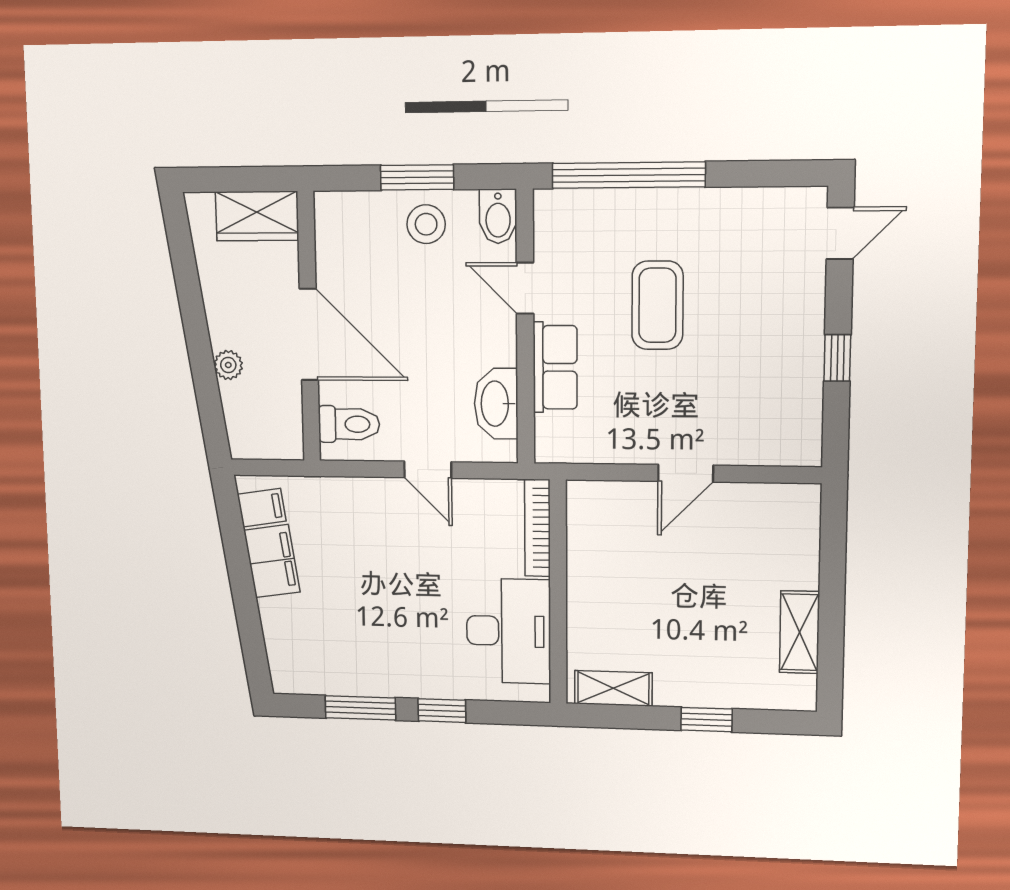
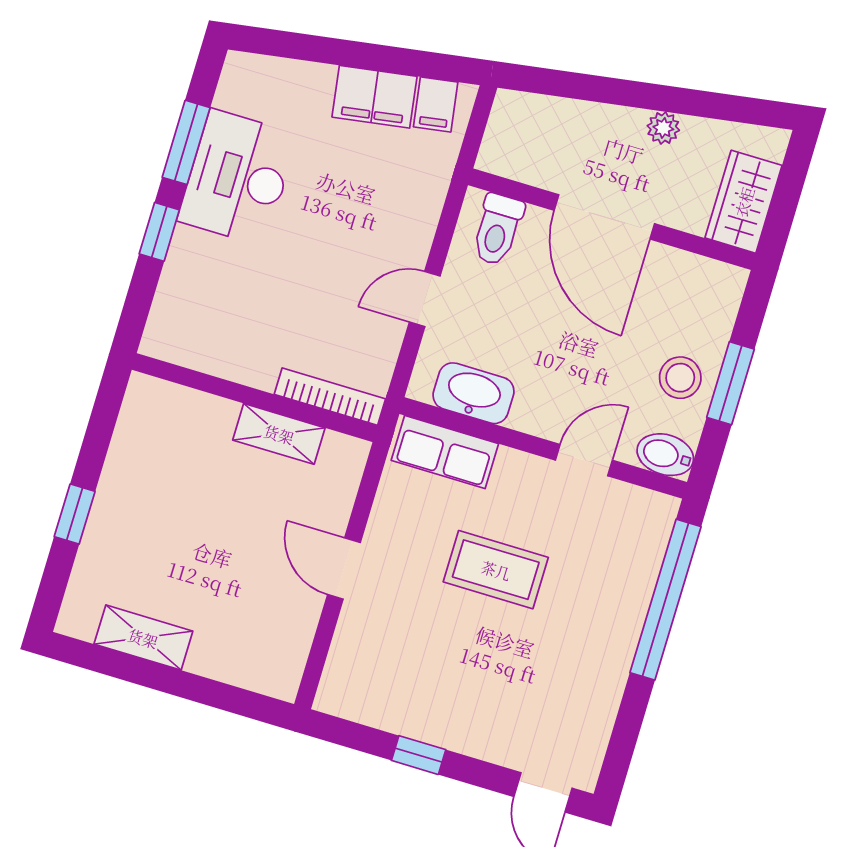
coffee table: (657, 305) -> (496, 570), moved
door: (309, 334) -> (604, 217), hinge flipped
plant: (228, 365) -> (663, 128), moved
row of seats: (555, 367) -> (445, 452), moved
desk: (509, 631) -> (238, 178), moved, turned 90
shelving: (613, 688) -> (279, 434), moved, turned 90

